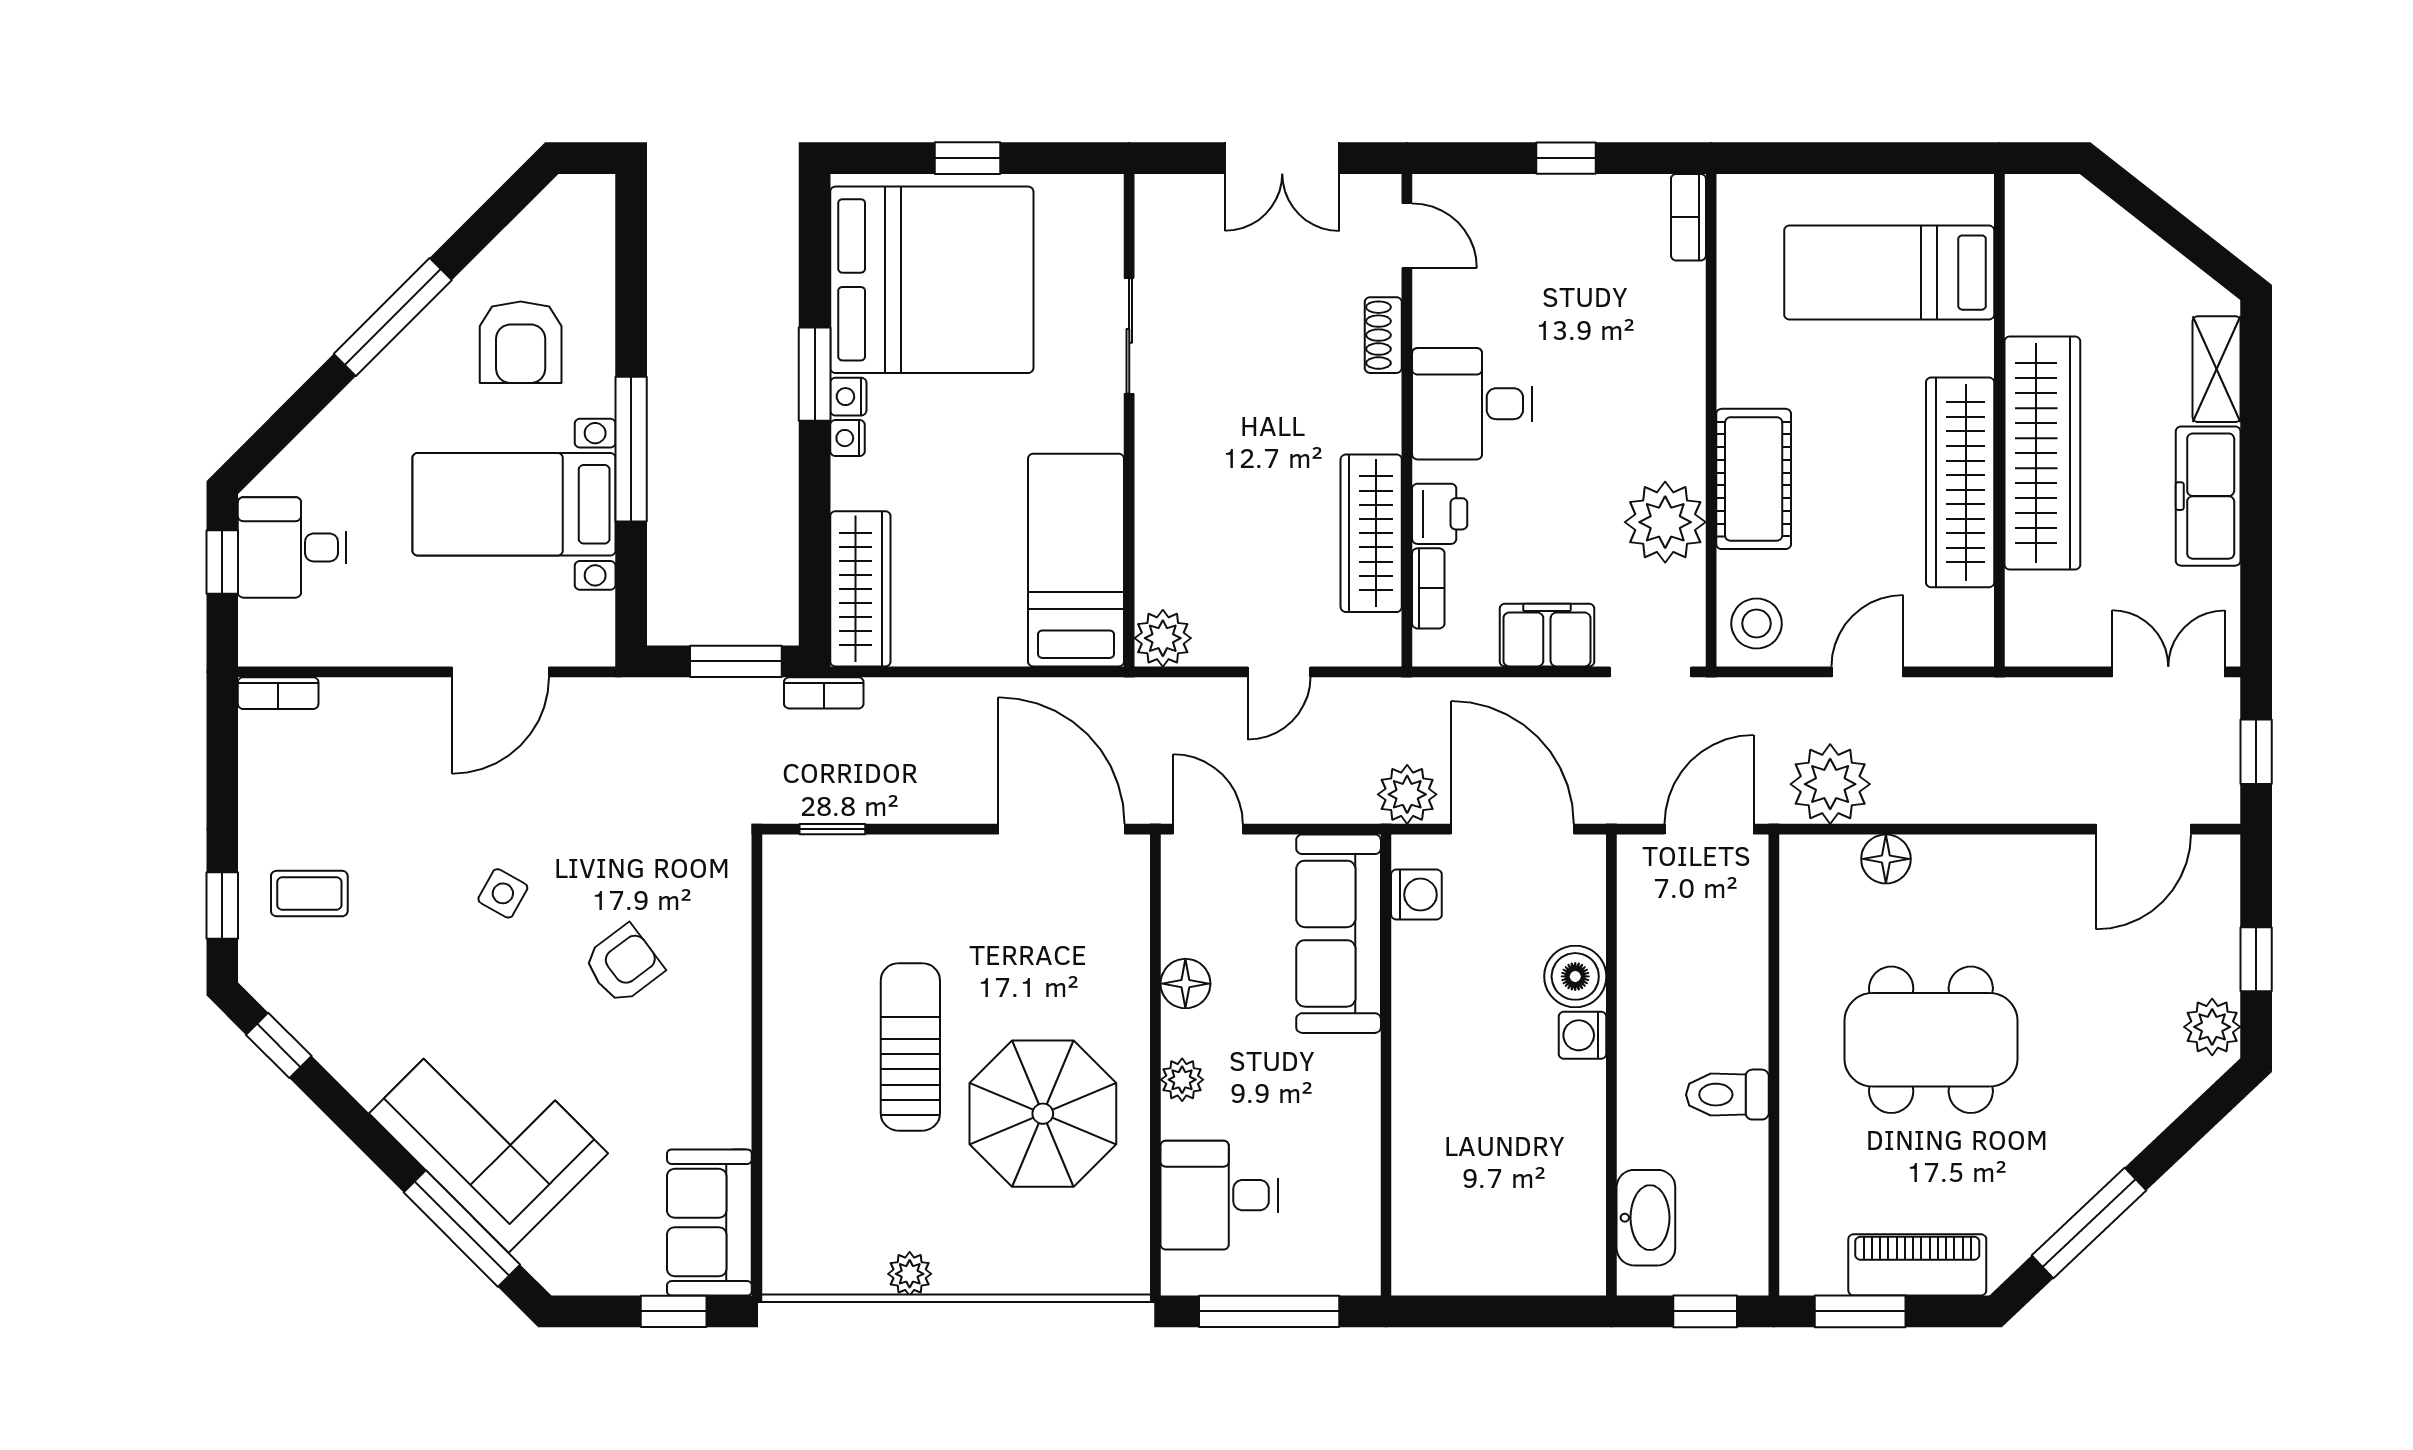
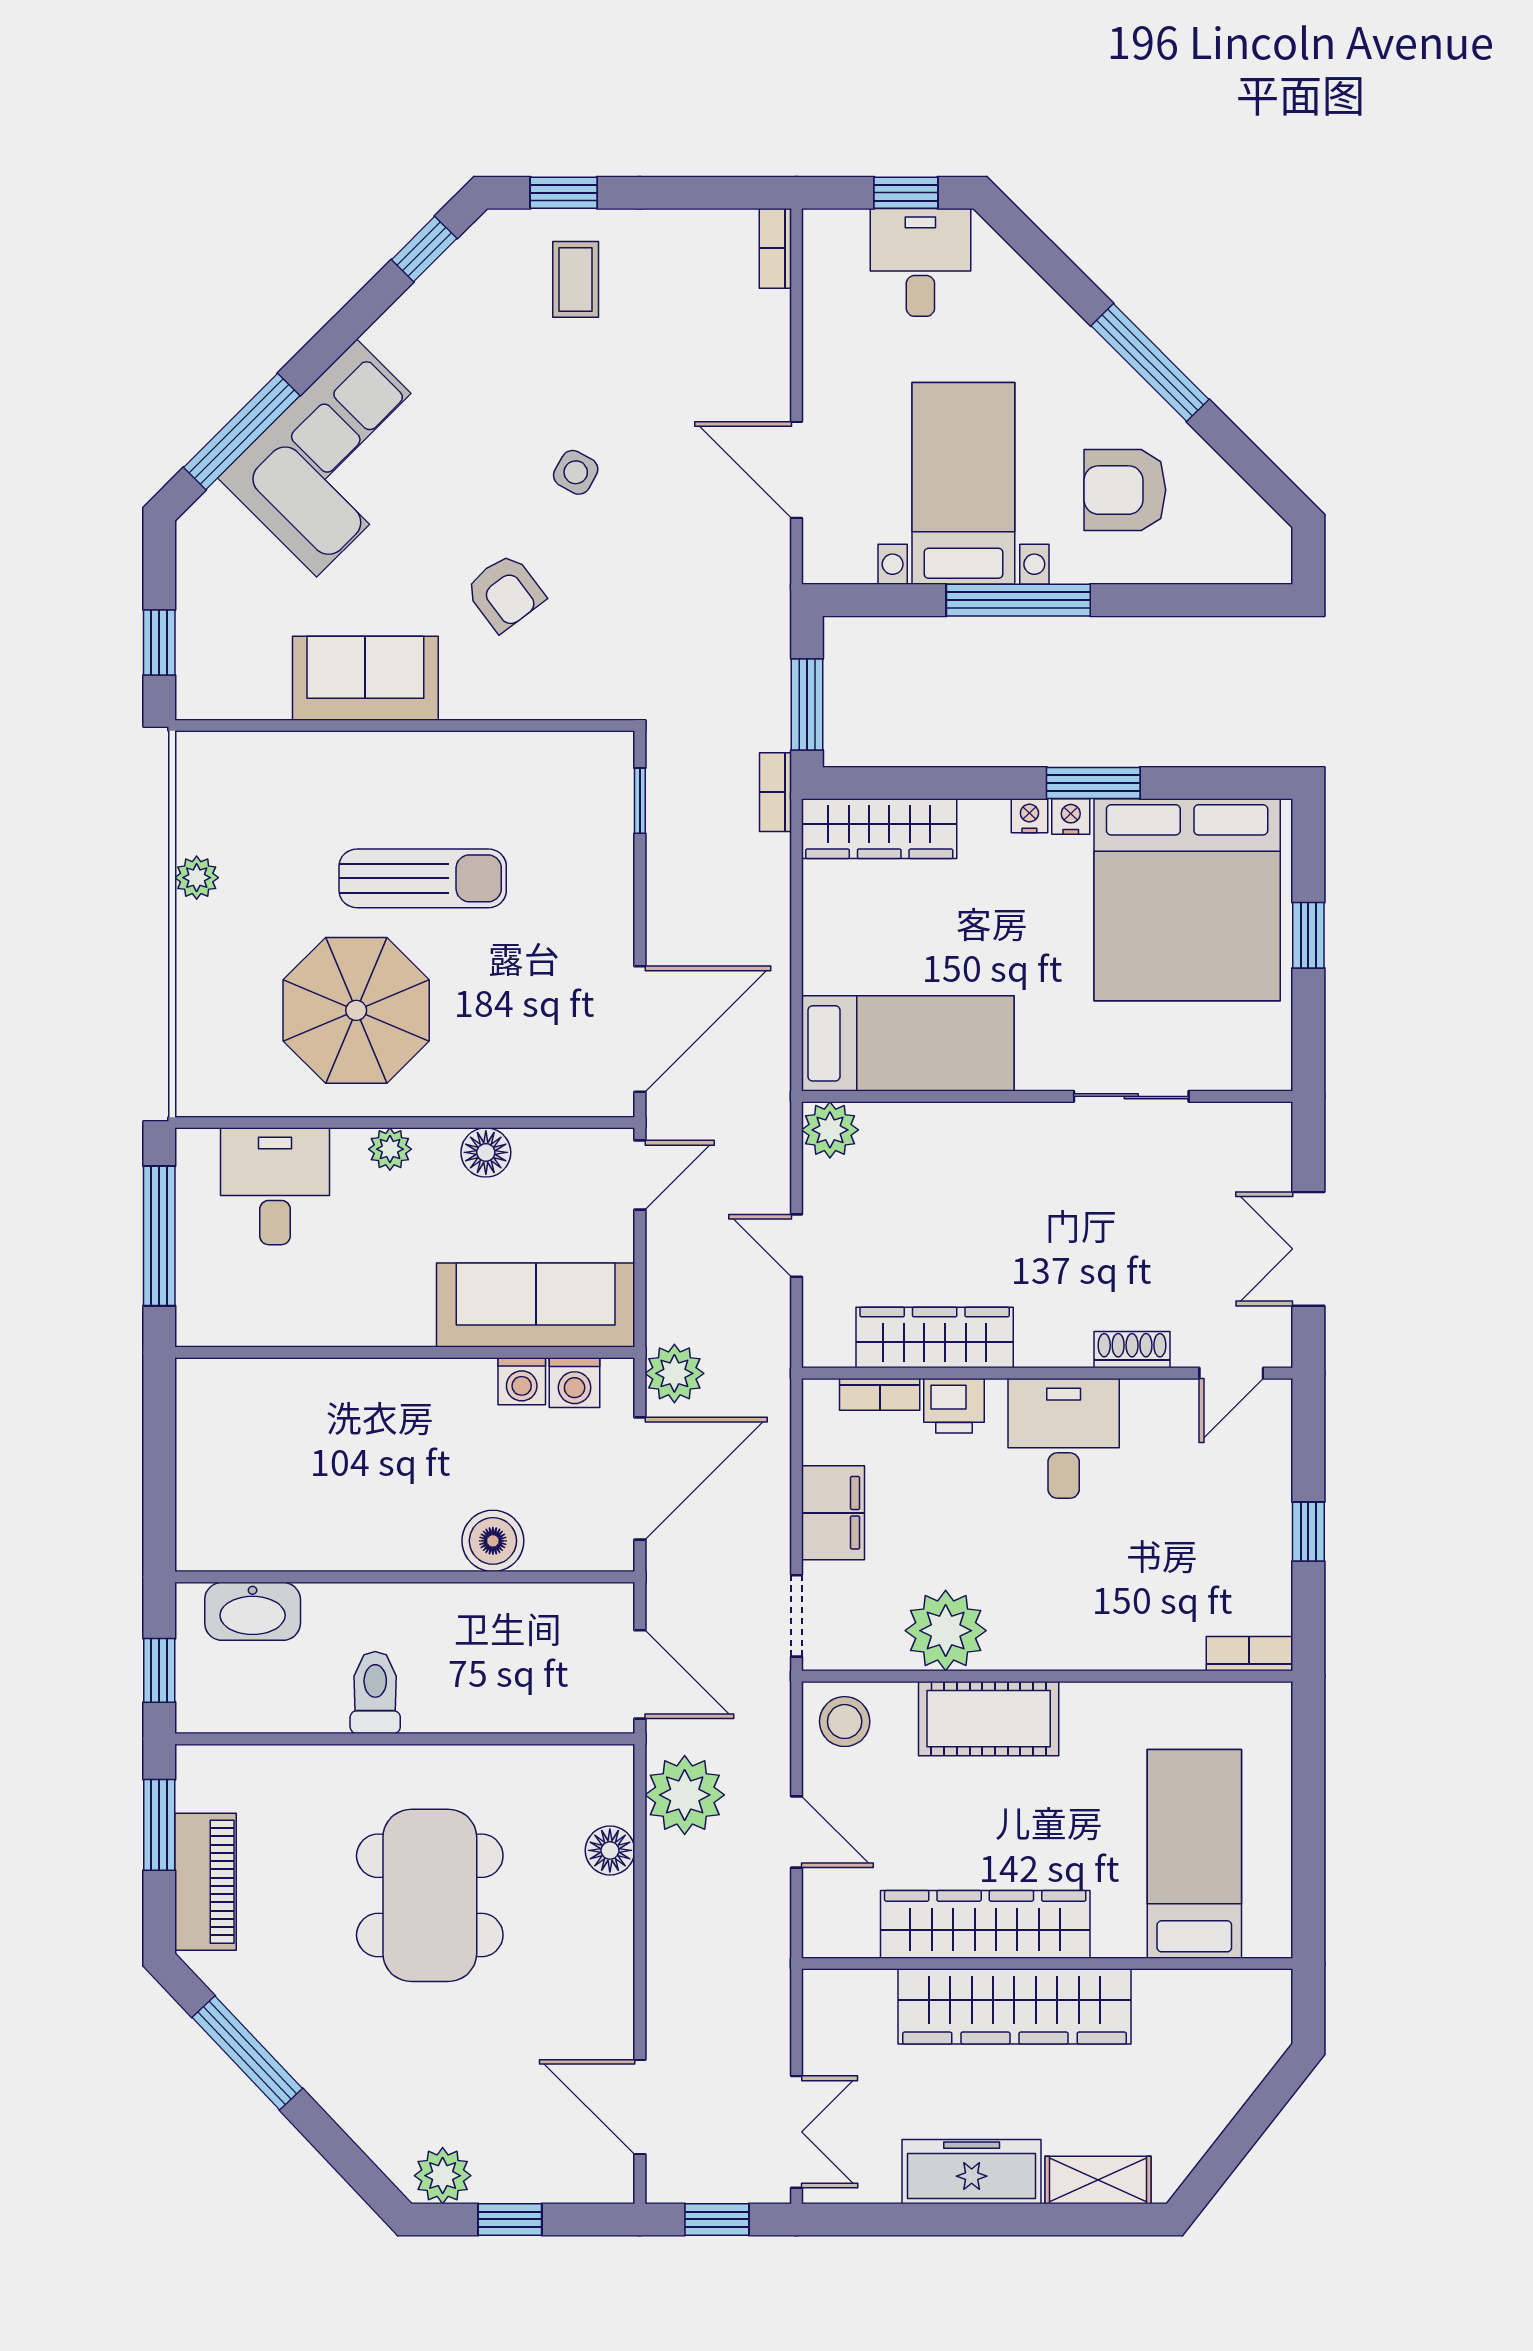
washing machine: (1582, 1035) -> (522, 1381), moved, turned 180
sofa: (709, 1223) -> (365, 678), moved

